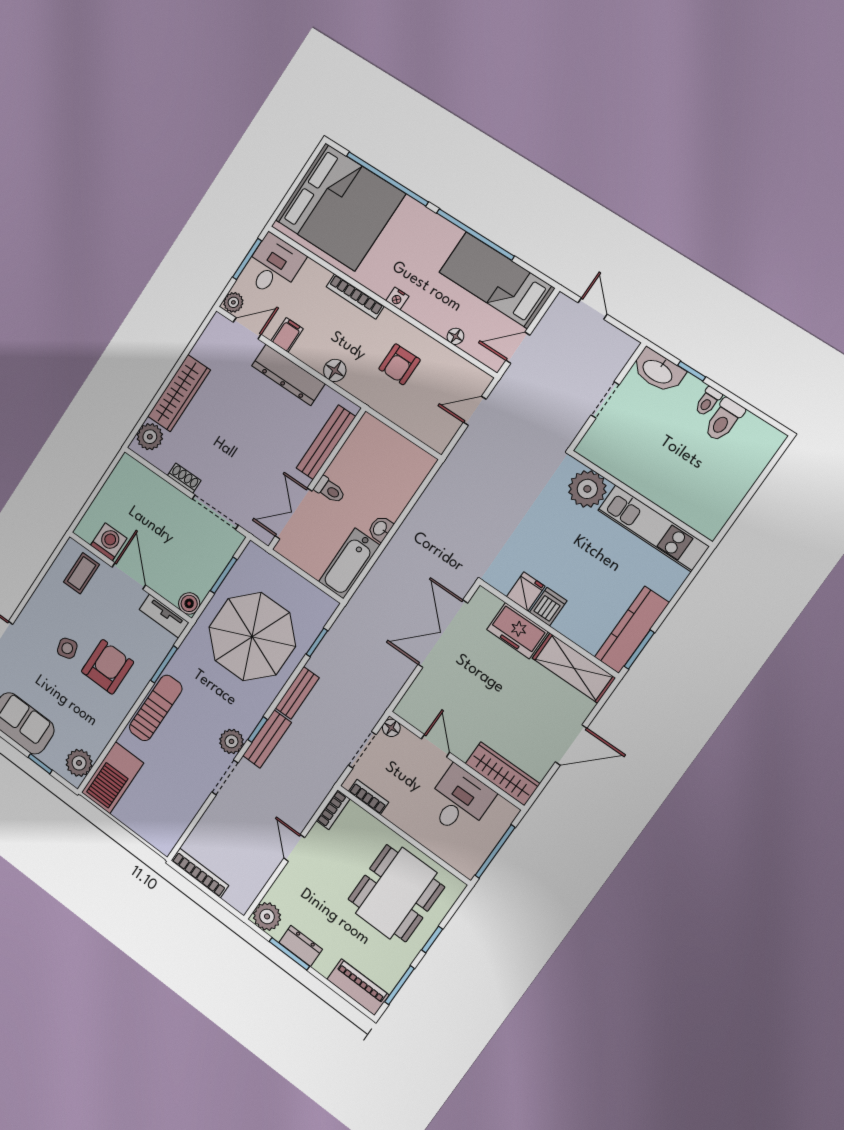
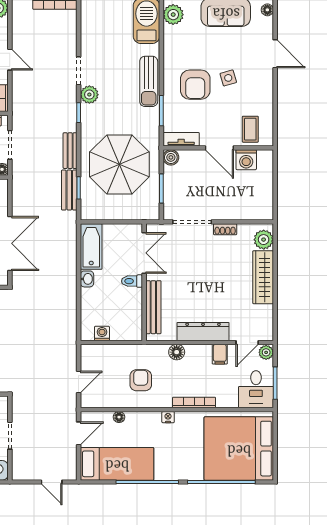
washing machine: (407, 451) -> (102, 333), added
bench: (267, 739) -> (69, 190), moved

